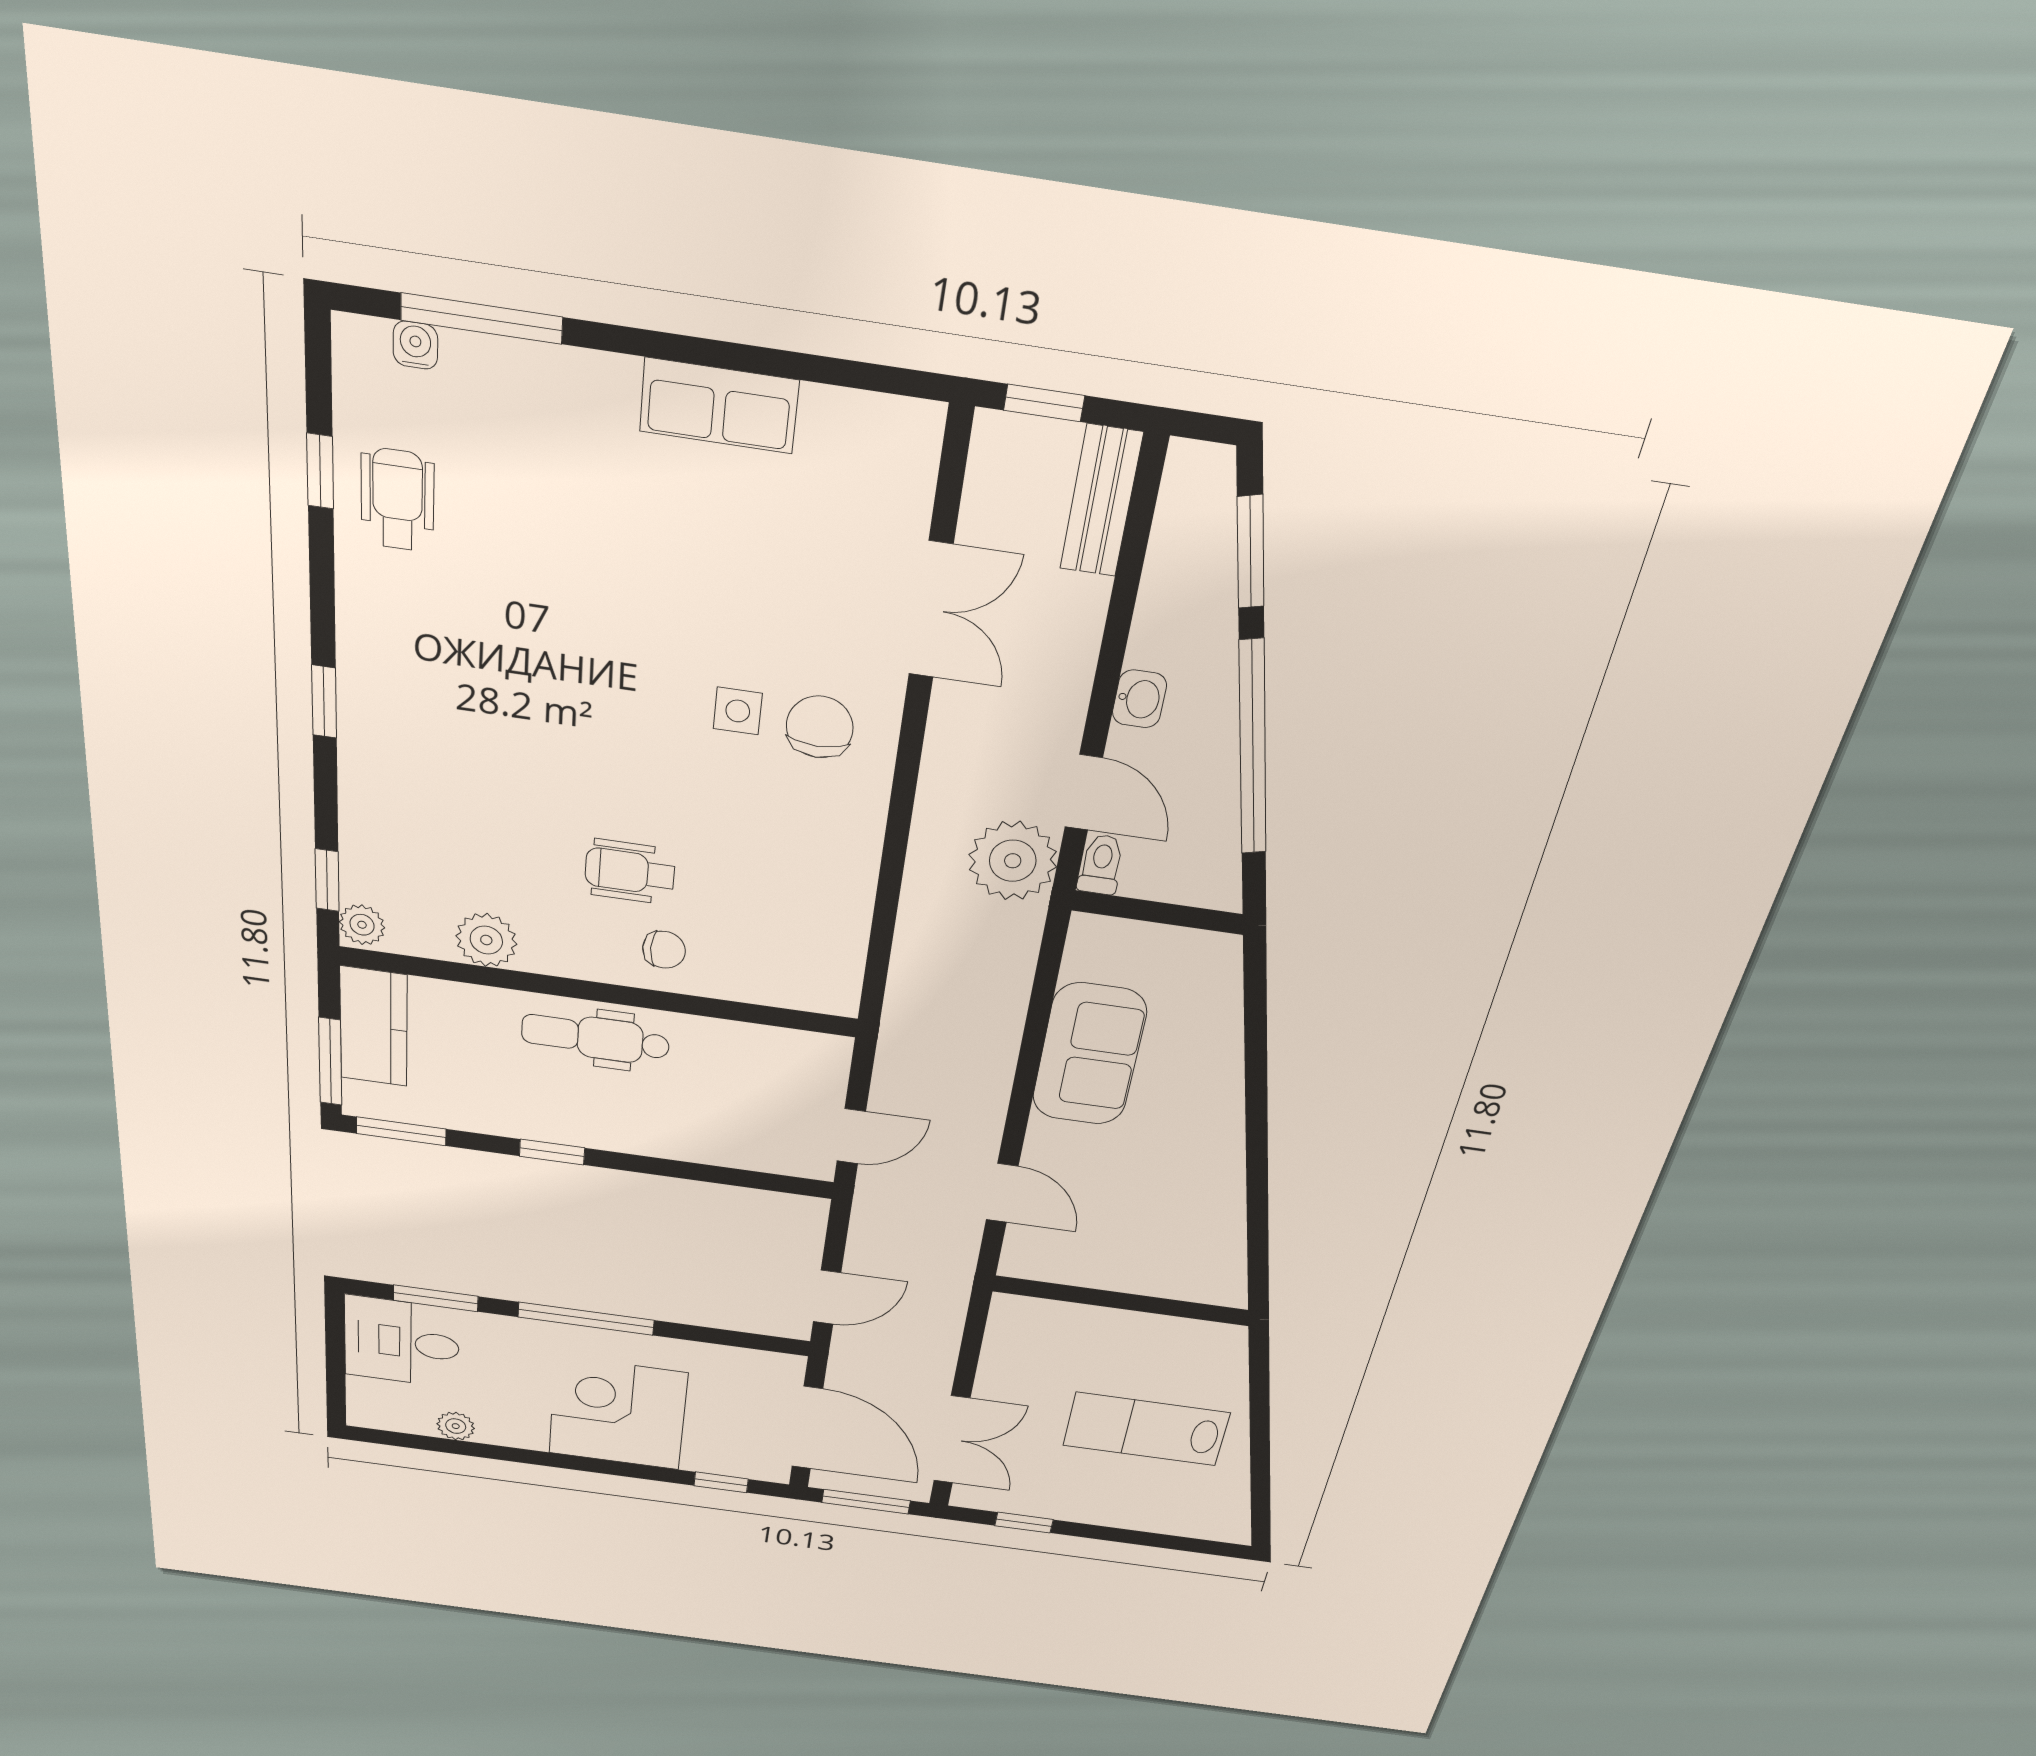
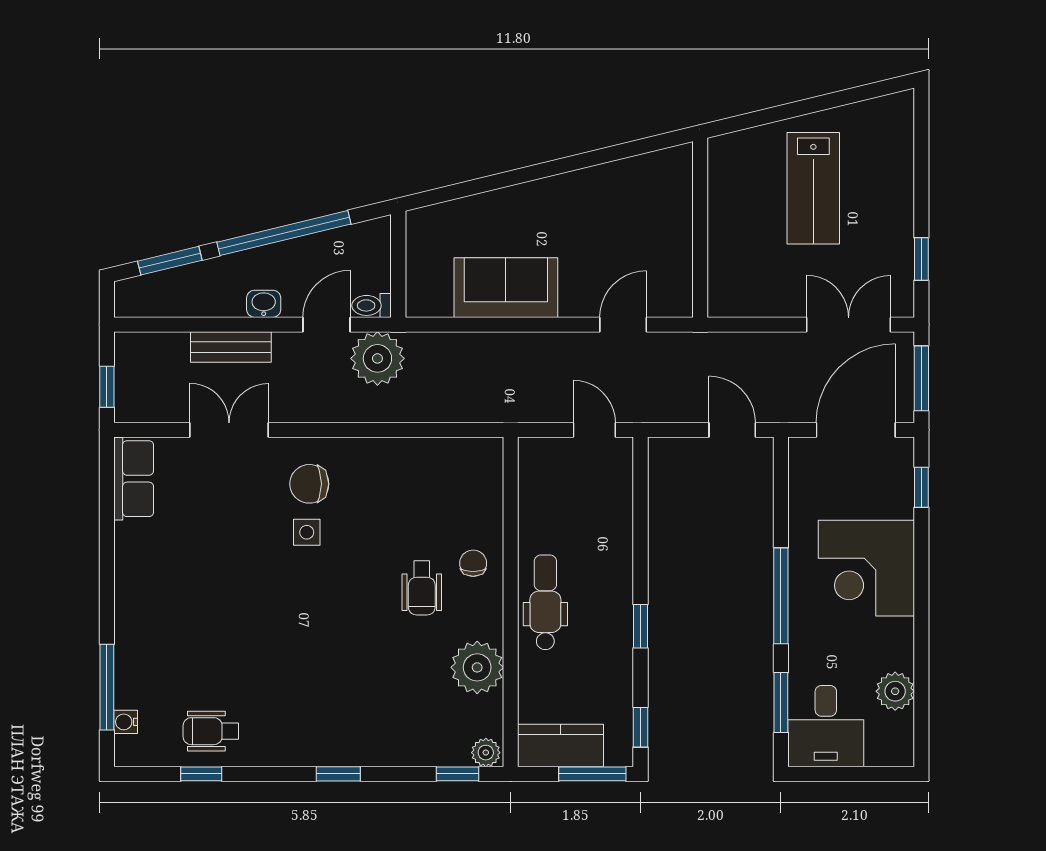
row of seats: (719, 406) -> (134, 479), moved
bench: (1101, 501) -> (231, 347), moved
plant: (486, 940) -> (477, 667), width x1.36, depth x1.36
dental chair: (595, 1038) -> (545, 602), turned 180
window: (401, 1131) -> (640, 727), width x0.67
plant: (456, 1426) -> (895, 691), width x1.38, depth x1.38

